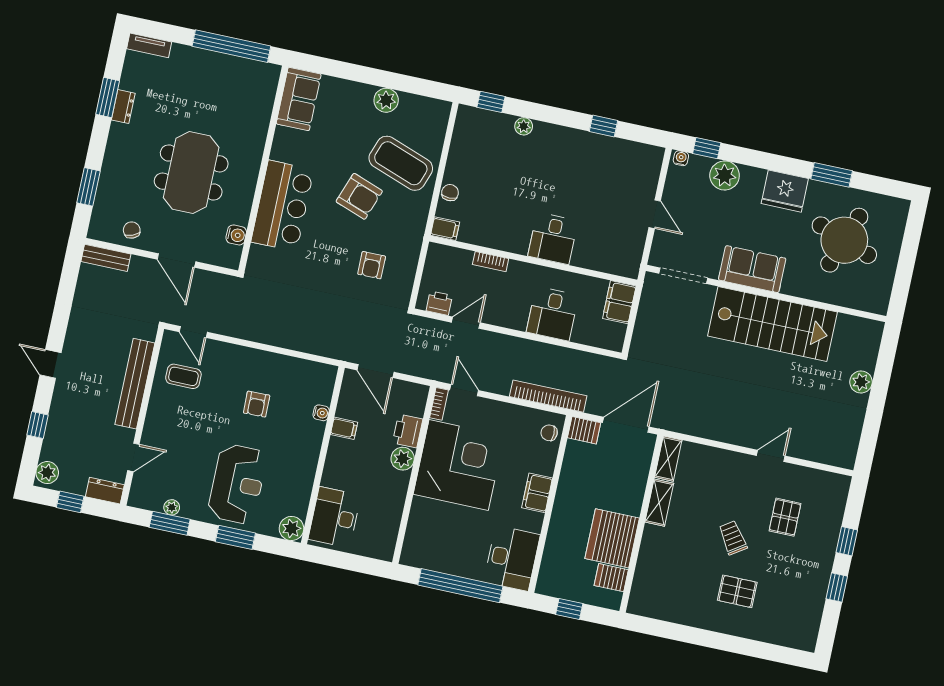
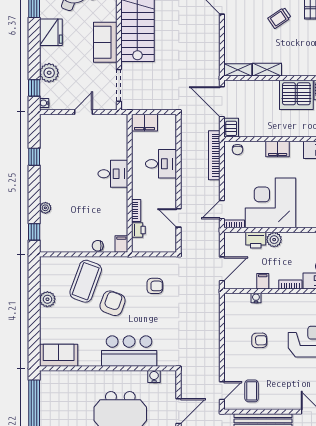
printer: (439, 303) -> (138, 230), moved, turned 180
bookcase: (330, 469) -> (290, 284), added

